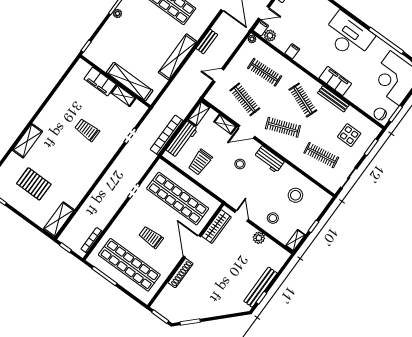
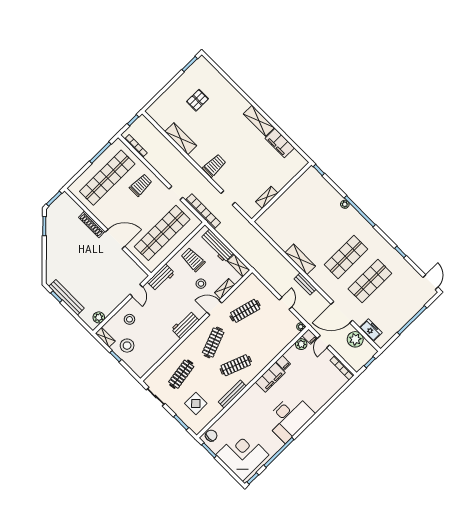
shelving: (178, 57) -> (300, 259), width x0.68
clothes rail: (265, 72) -> (268, 334), removed
door: (218, 75) -> (285, 303), moved
filing cabinet: (335, 81) -> (270, 377), moved
filing cabinet: (100, 82) -> (280, 143), moved, turned -90
shelving: (130, 82) -> (279, 205), removed
trolley: (87, 130) -> (214, 166), moved
door: (247, 132) -> (214, 308), hinge flipped
bookcase: (167, 135) -> (203, 211), moved
shelving: (27, 141) -> (259, 121), moved
stool: (240, 164) -> (201, 284), moved
pallet: (34, 184) -> (197, 100), width x0.67, depth x0.71
workbench: (224, 192) -> (161, 278), added
stool: (295, 195) -> (127, 346), moved
door: (242, 216) -> (136, 290), hinge flipped
shelving: (59, 219) -> (181, 139), moved
wardrobe: (216, 227) -> (130, 265), removed
trolley: (151, 237) -> (141, 185), moved
plant: (259, 238) -> (99, 317), moved

